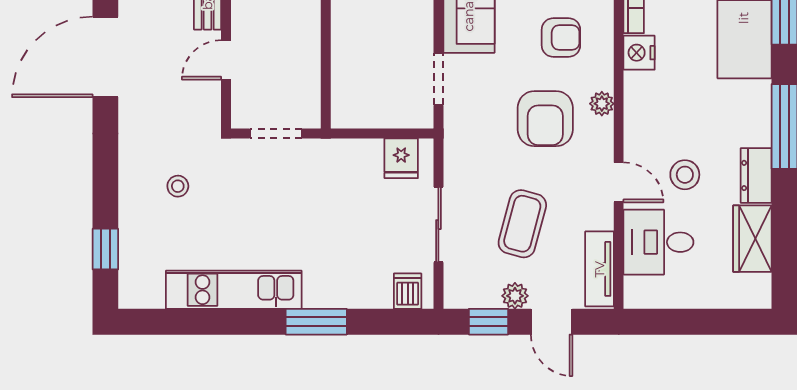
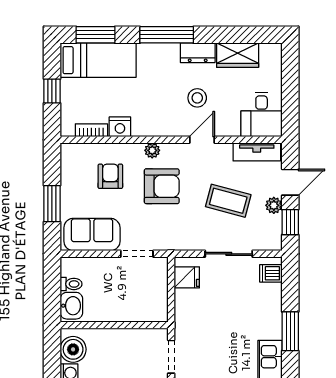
desk: (658, 242) -> (262, 115), moved

